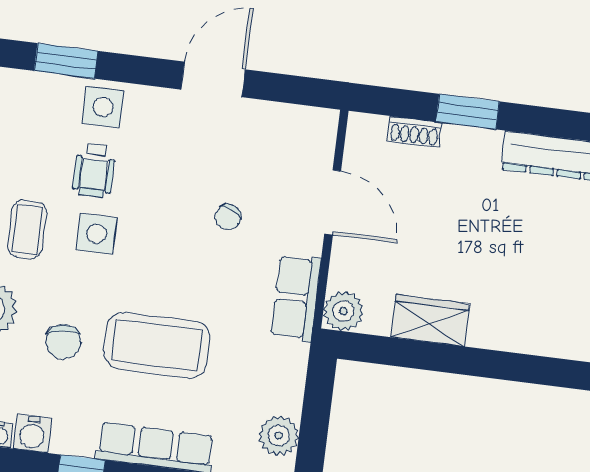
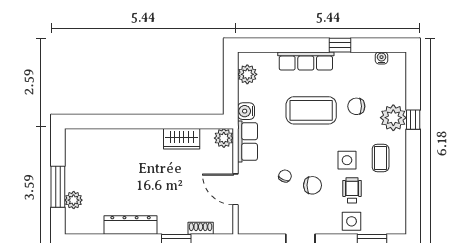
chair: (174, 191) -> (312, 185), added
chair: (63, 342) -> (356, 106), turned -83
water cooler: (32, 433) -> (246, 111), moved, turned -90

